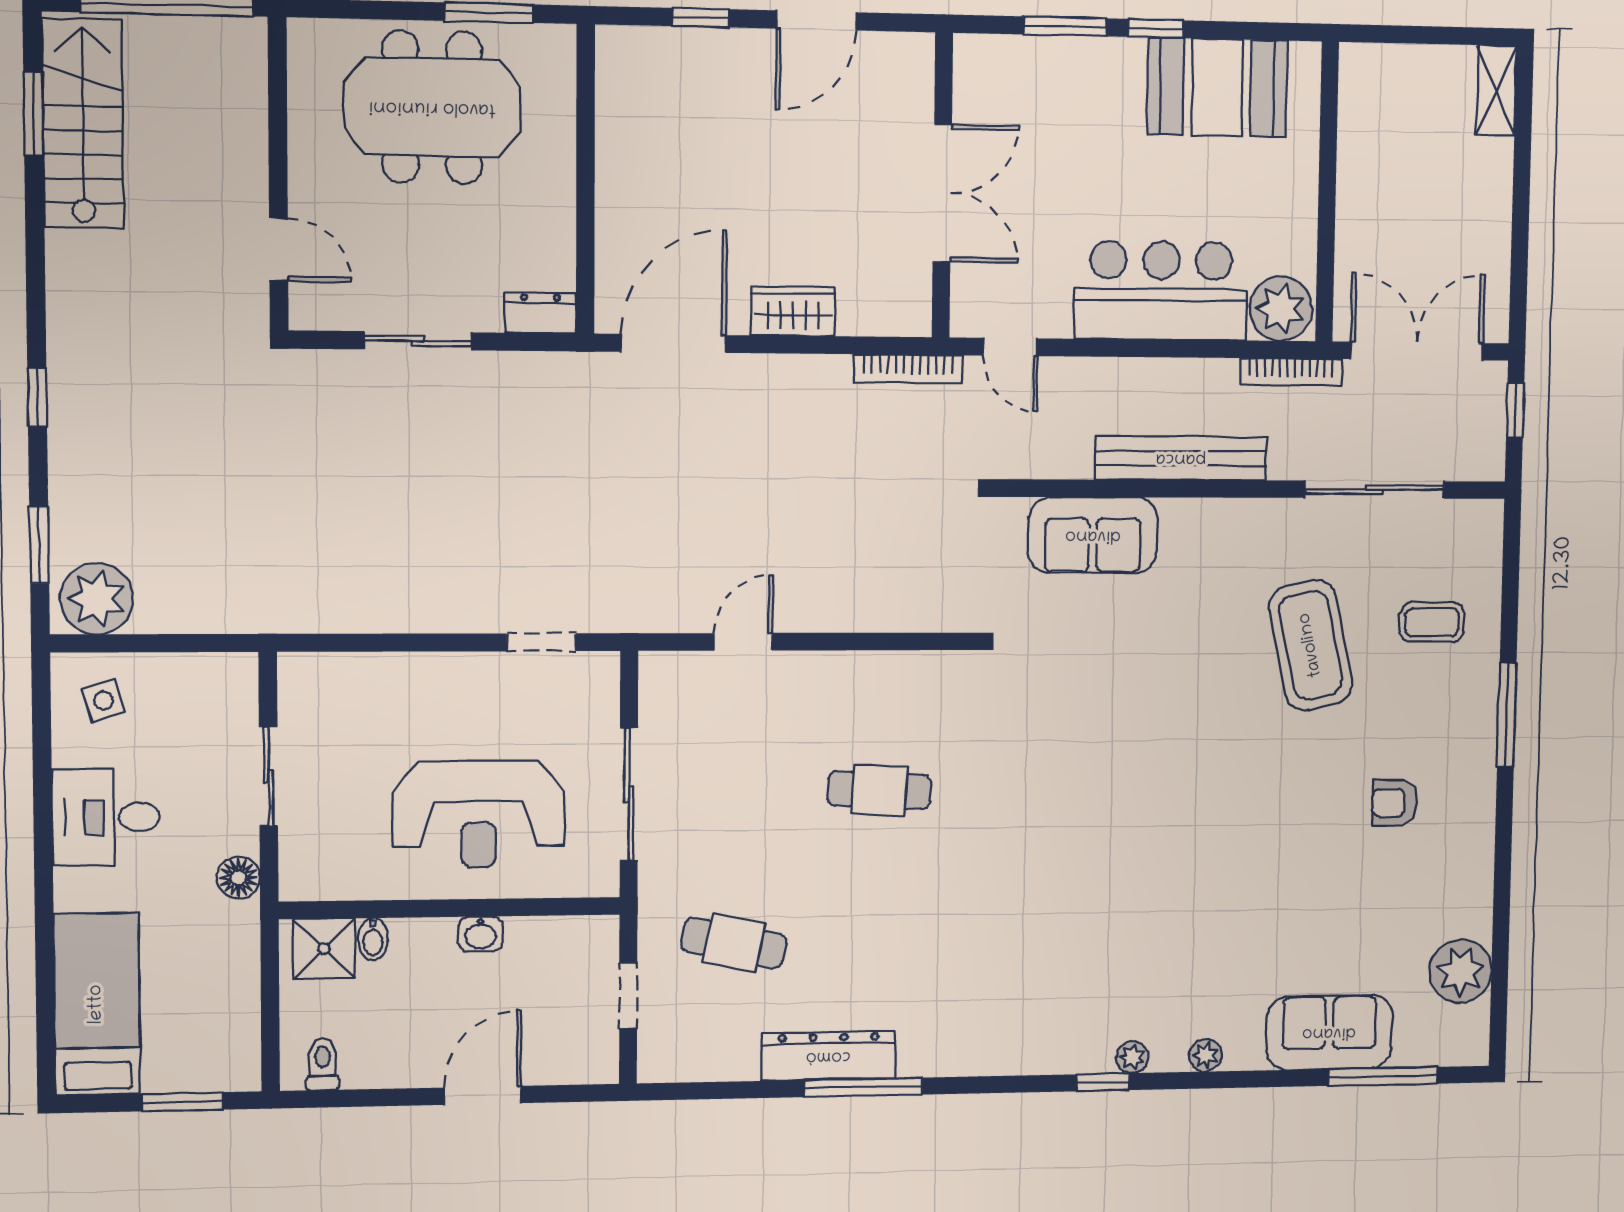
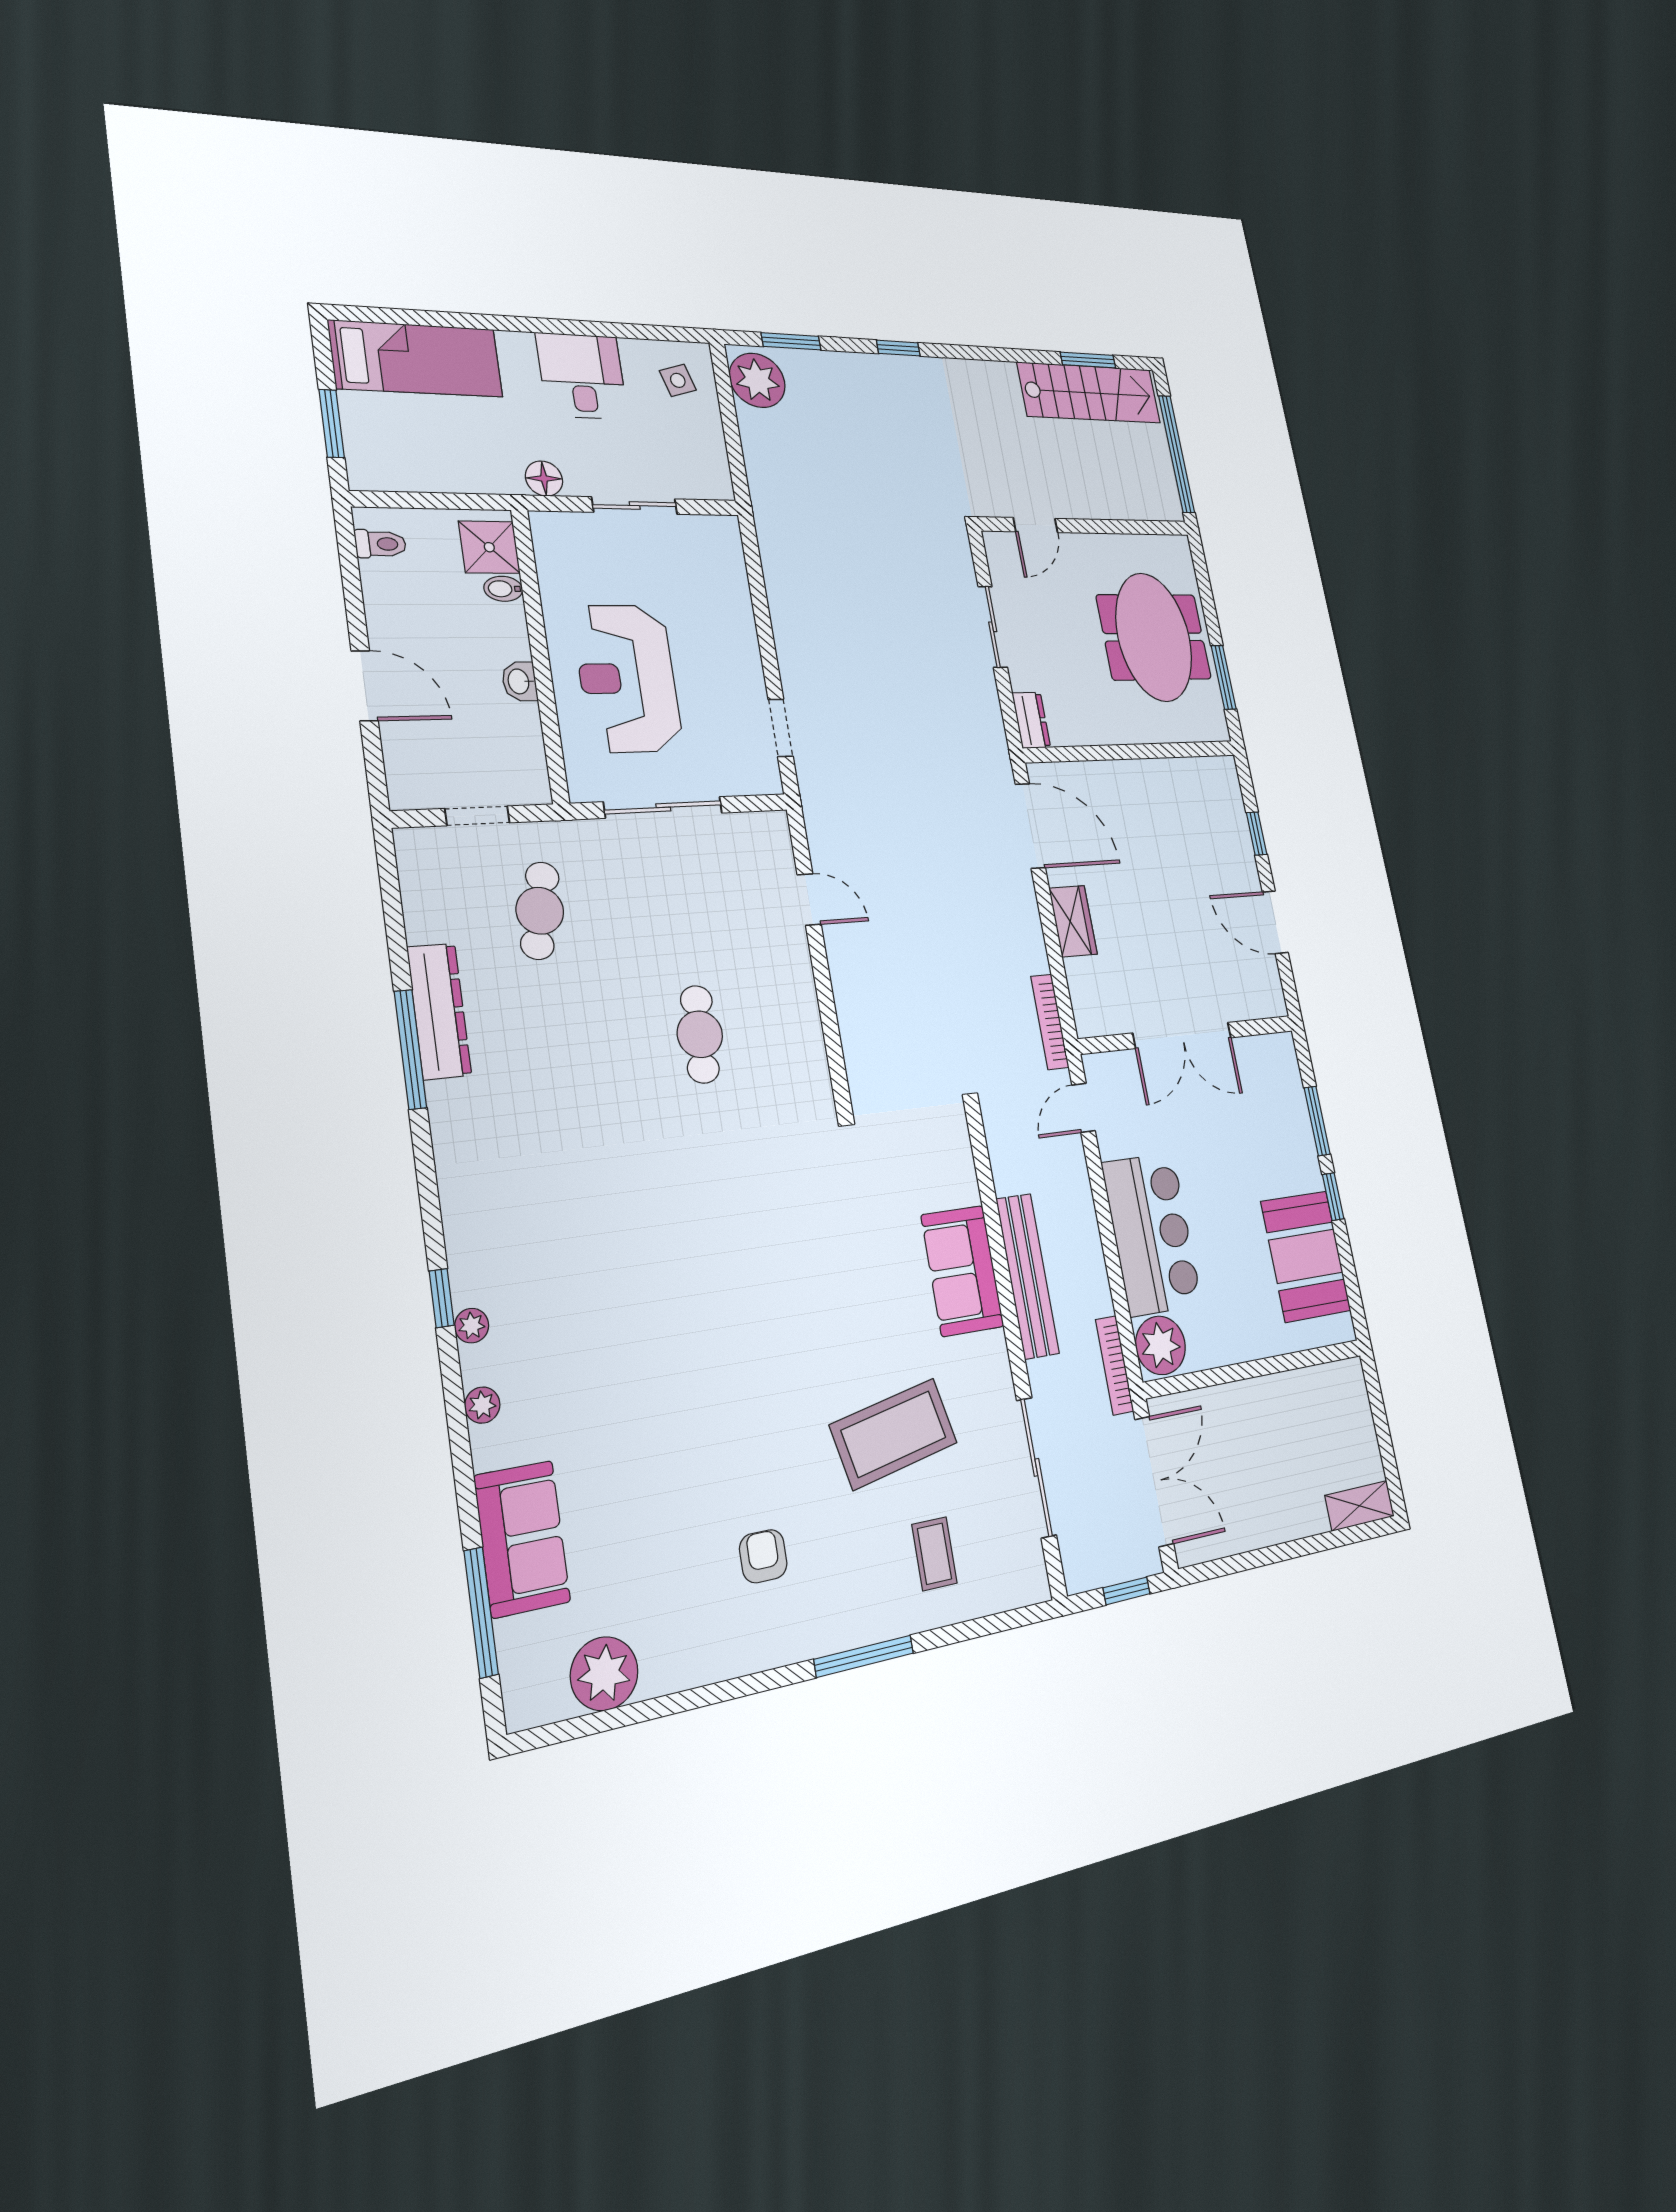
sofa: (1093, 535) -> (962, 1271), moved

